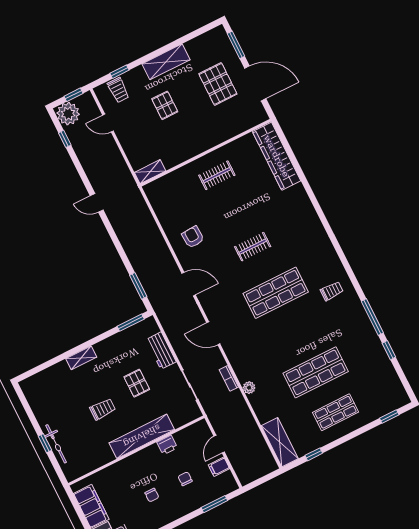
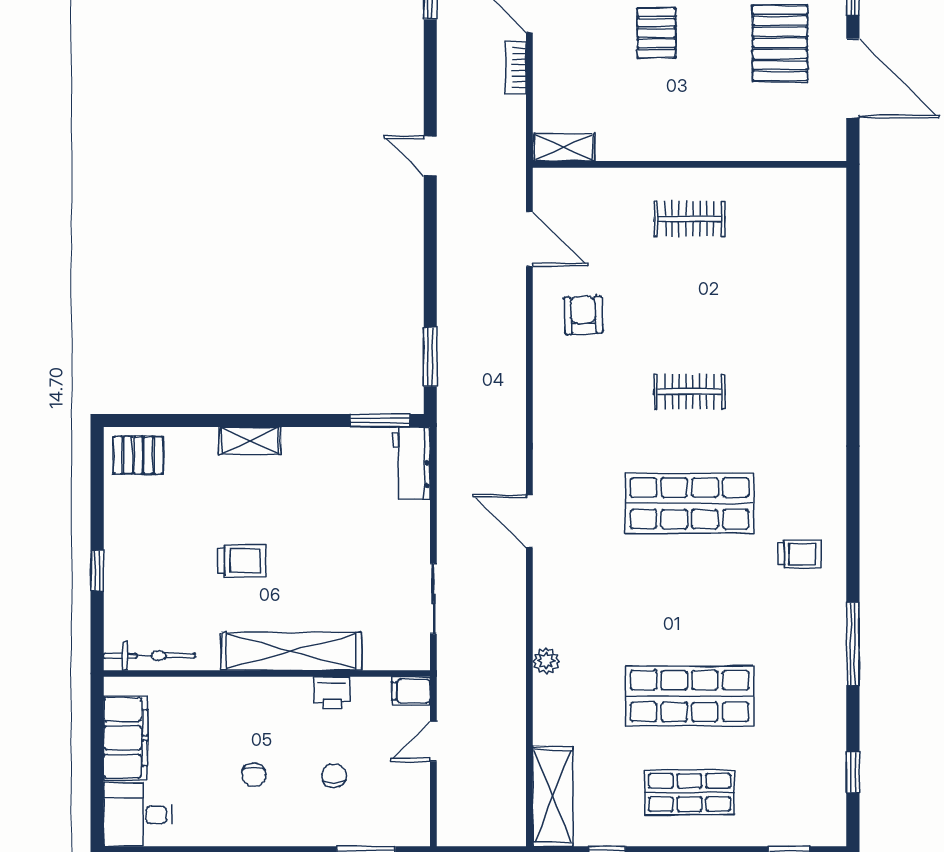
wardrobe: (277, 156) -> (823, 240), removed
door: (189, 284) -> (529, 239), moved
window: (389, 350) -> (853, 772), moved
workbench: (161, 351) -> (411, 463), moved
bookcase: (229, 378) -> (516, 68), moved
pallet: (137, 383) -> (138, 455), moved, turned 90
bicycle: (56, 444) -> (149, 656), moved, turned -90
filing cabinet: (219, 467) -> (411, 691), moved

